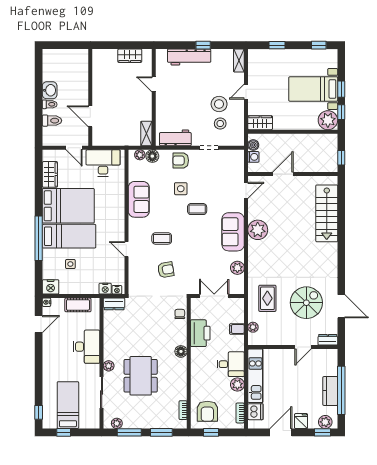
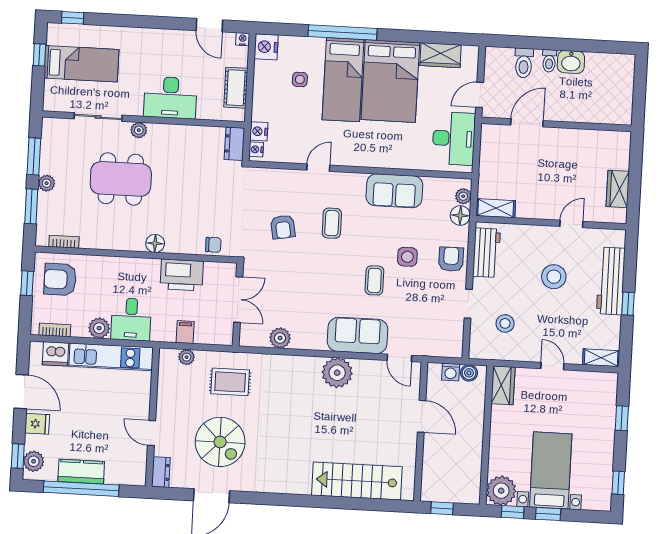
stool: (219, 104) -> (554, 277), moved
sofa: (233, 232) -> (358, 335), moved
plant: (117, 423) -> (47, 183), moved

